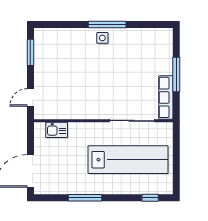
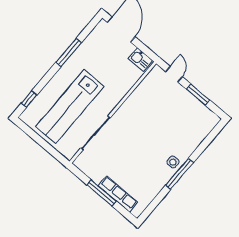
window: (30, 52) -> (198, 95), moved
row of seats: (166, 97) -> (118, 194), moved
kitchen sink: (57, 130) -> (140, 60), moved, turned -90

